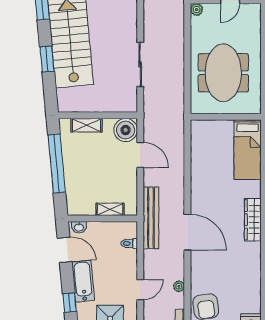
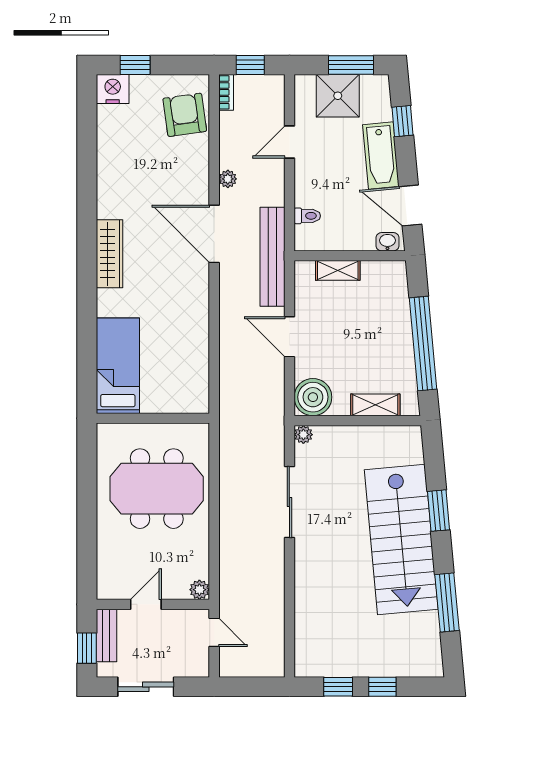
meeting table: (223, 73) -> (157, 489), turned 90
plant: (132, 107) -> (303, 435), added
door: (140, 155) -> (289, 337), moved
plant: (179, 286) -> (228, 179), moved

